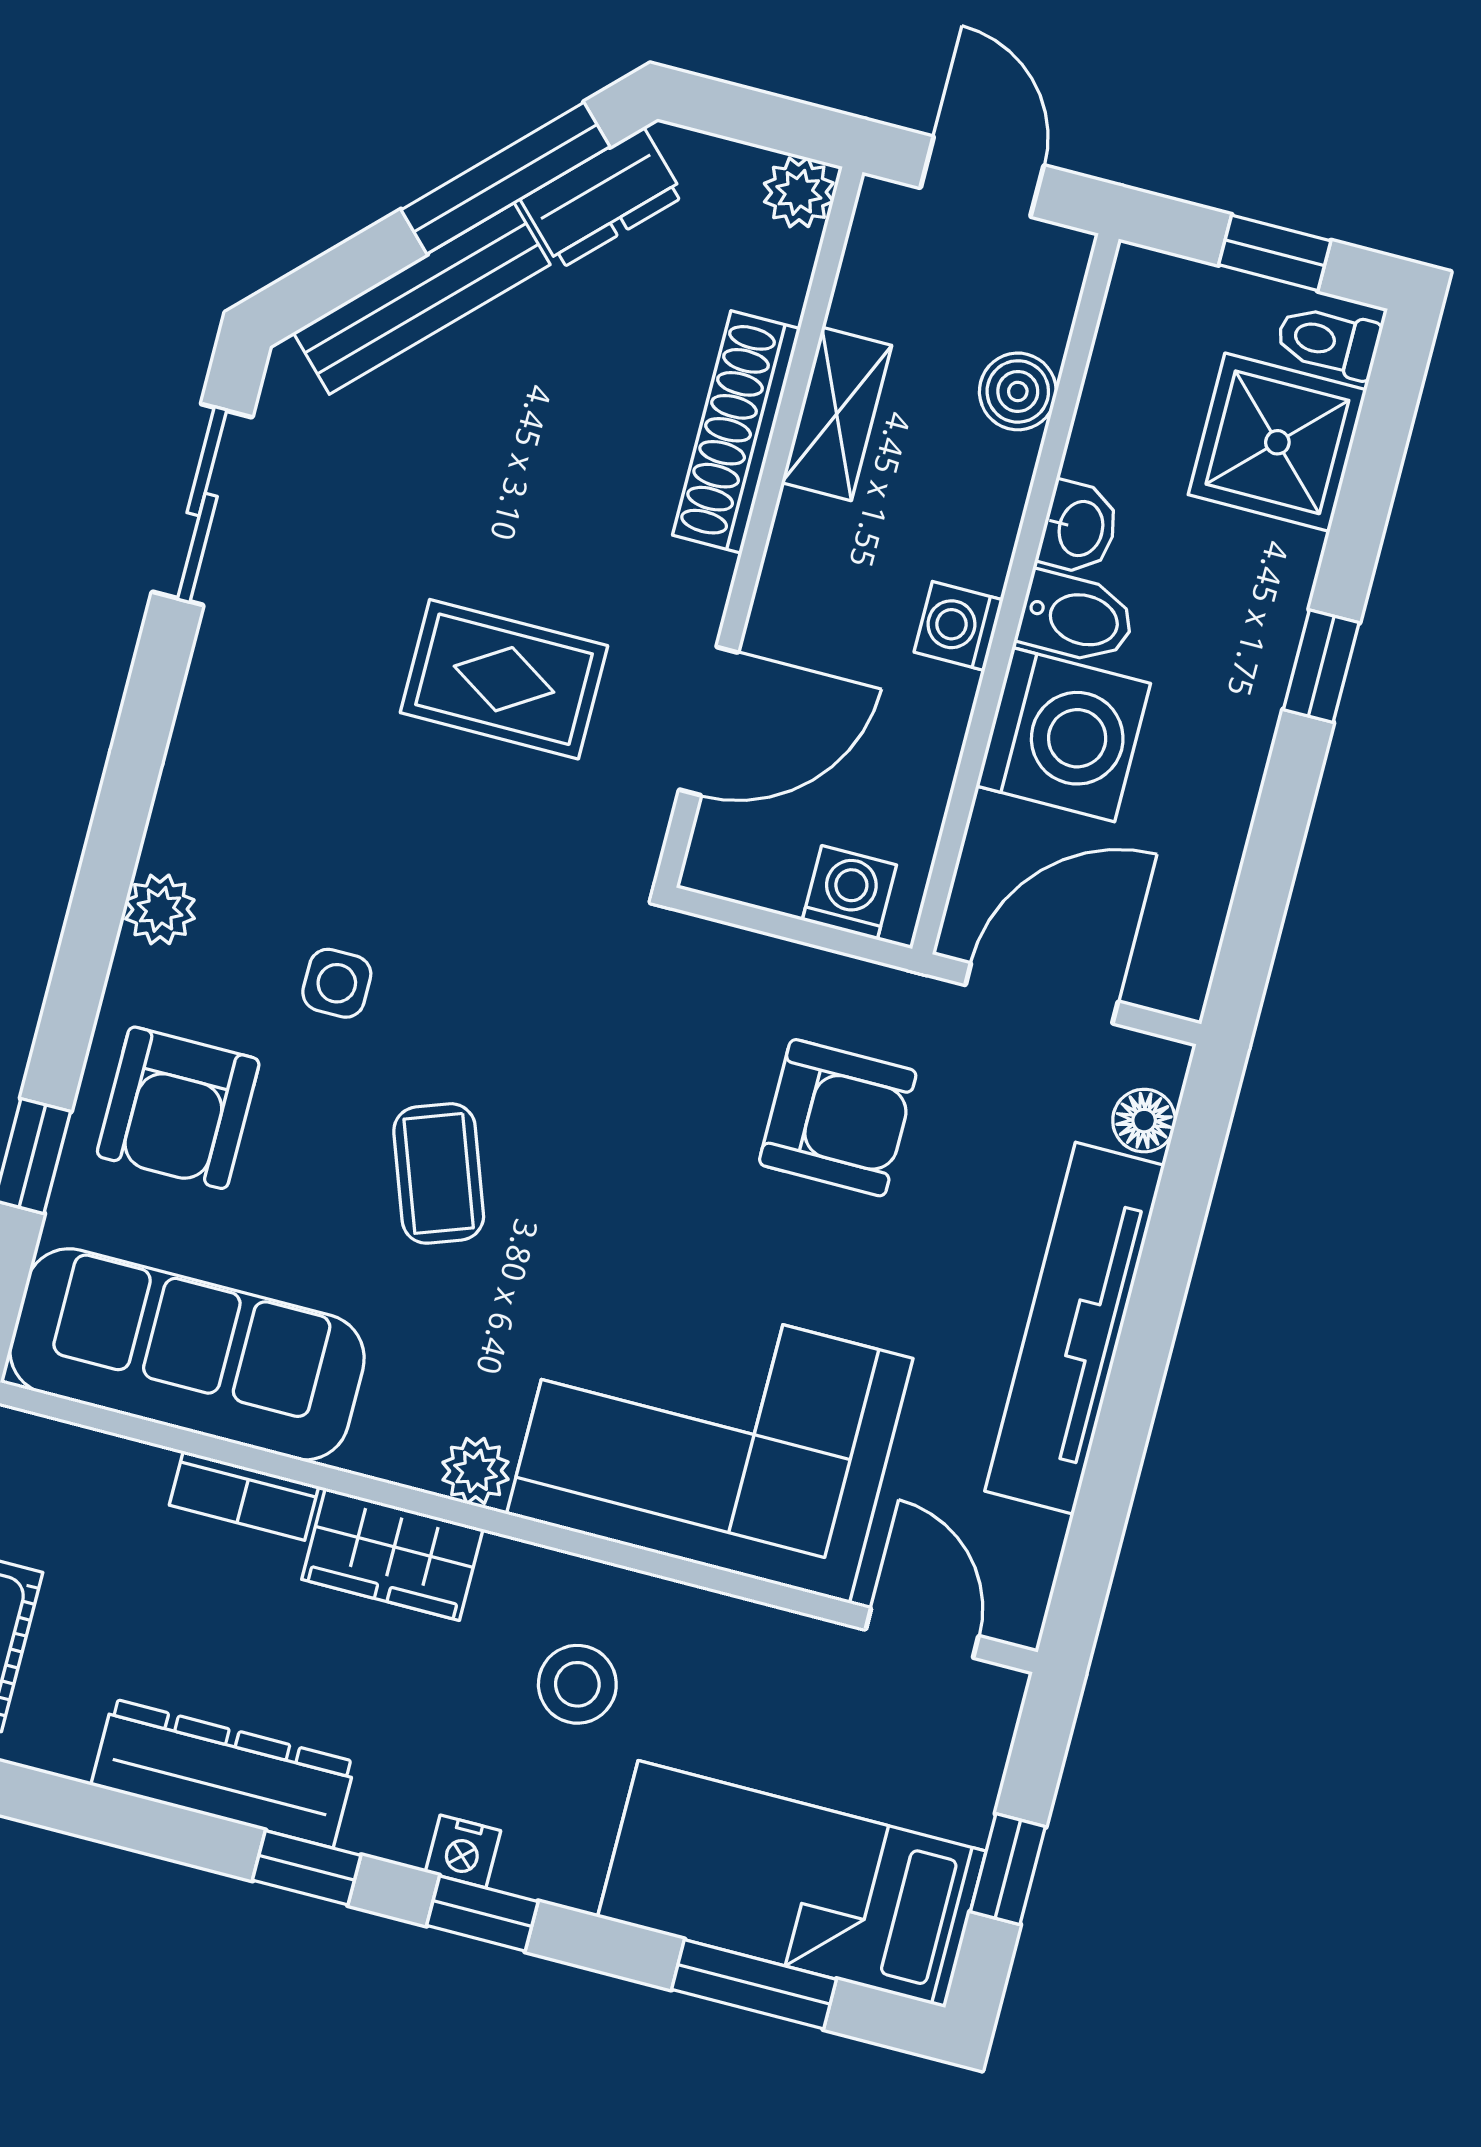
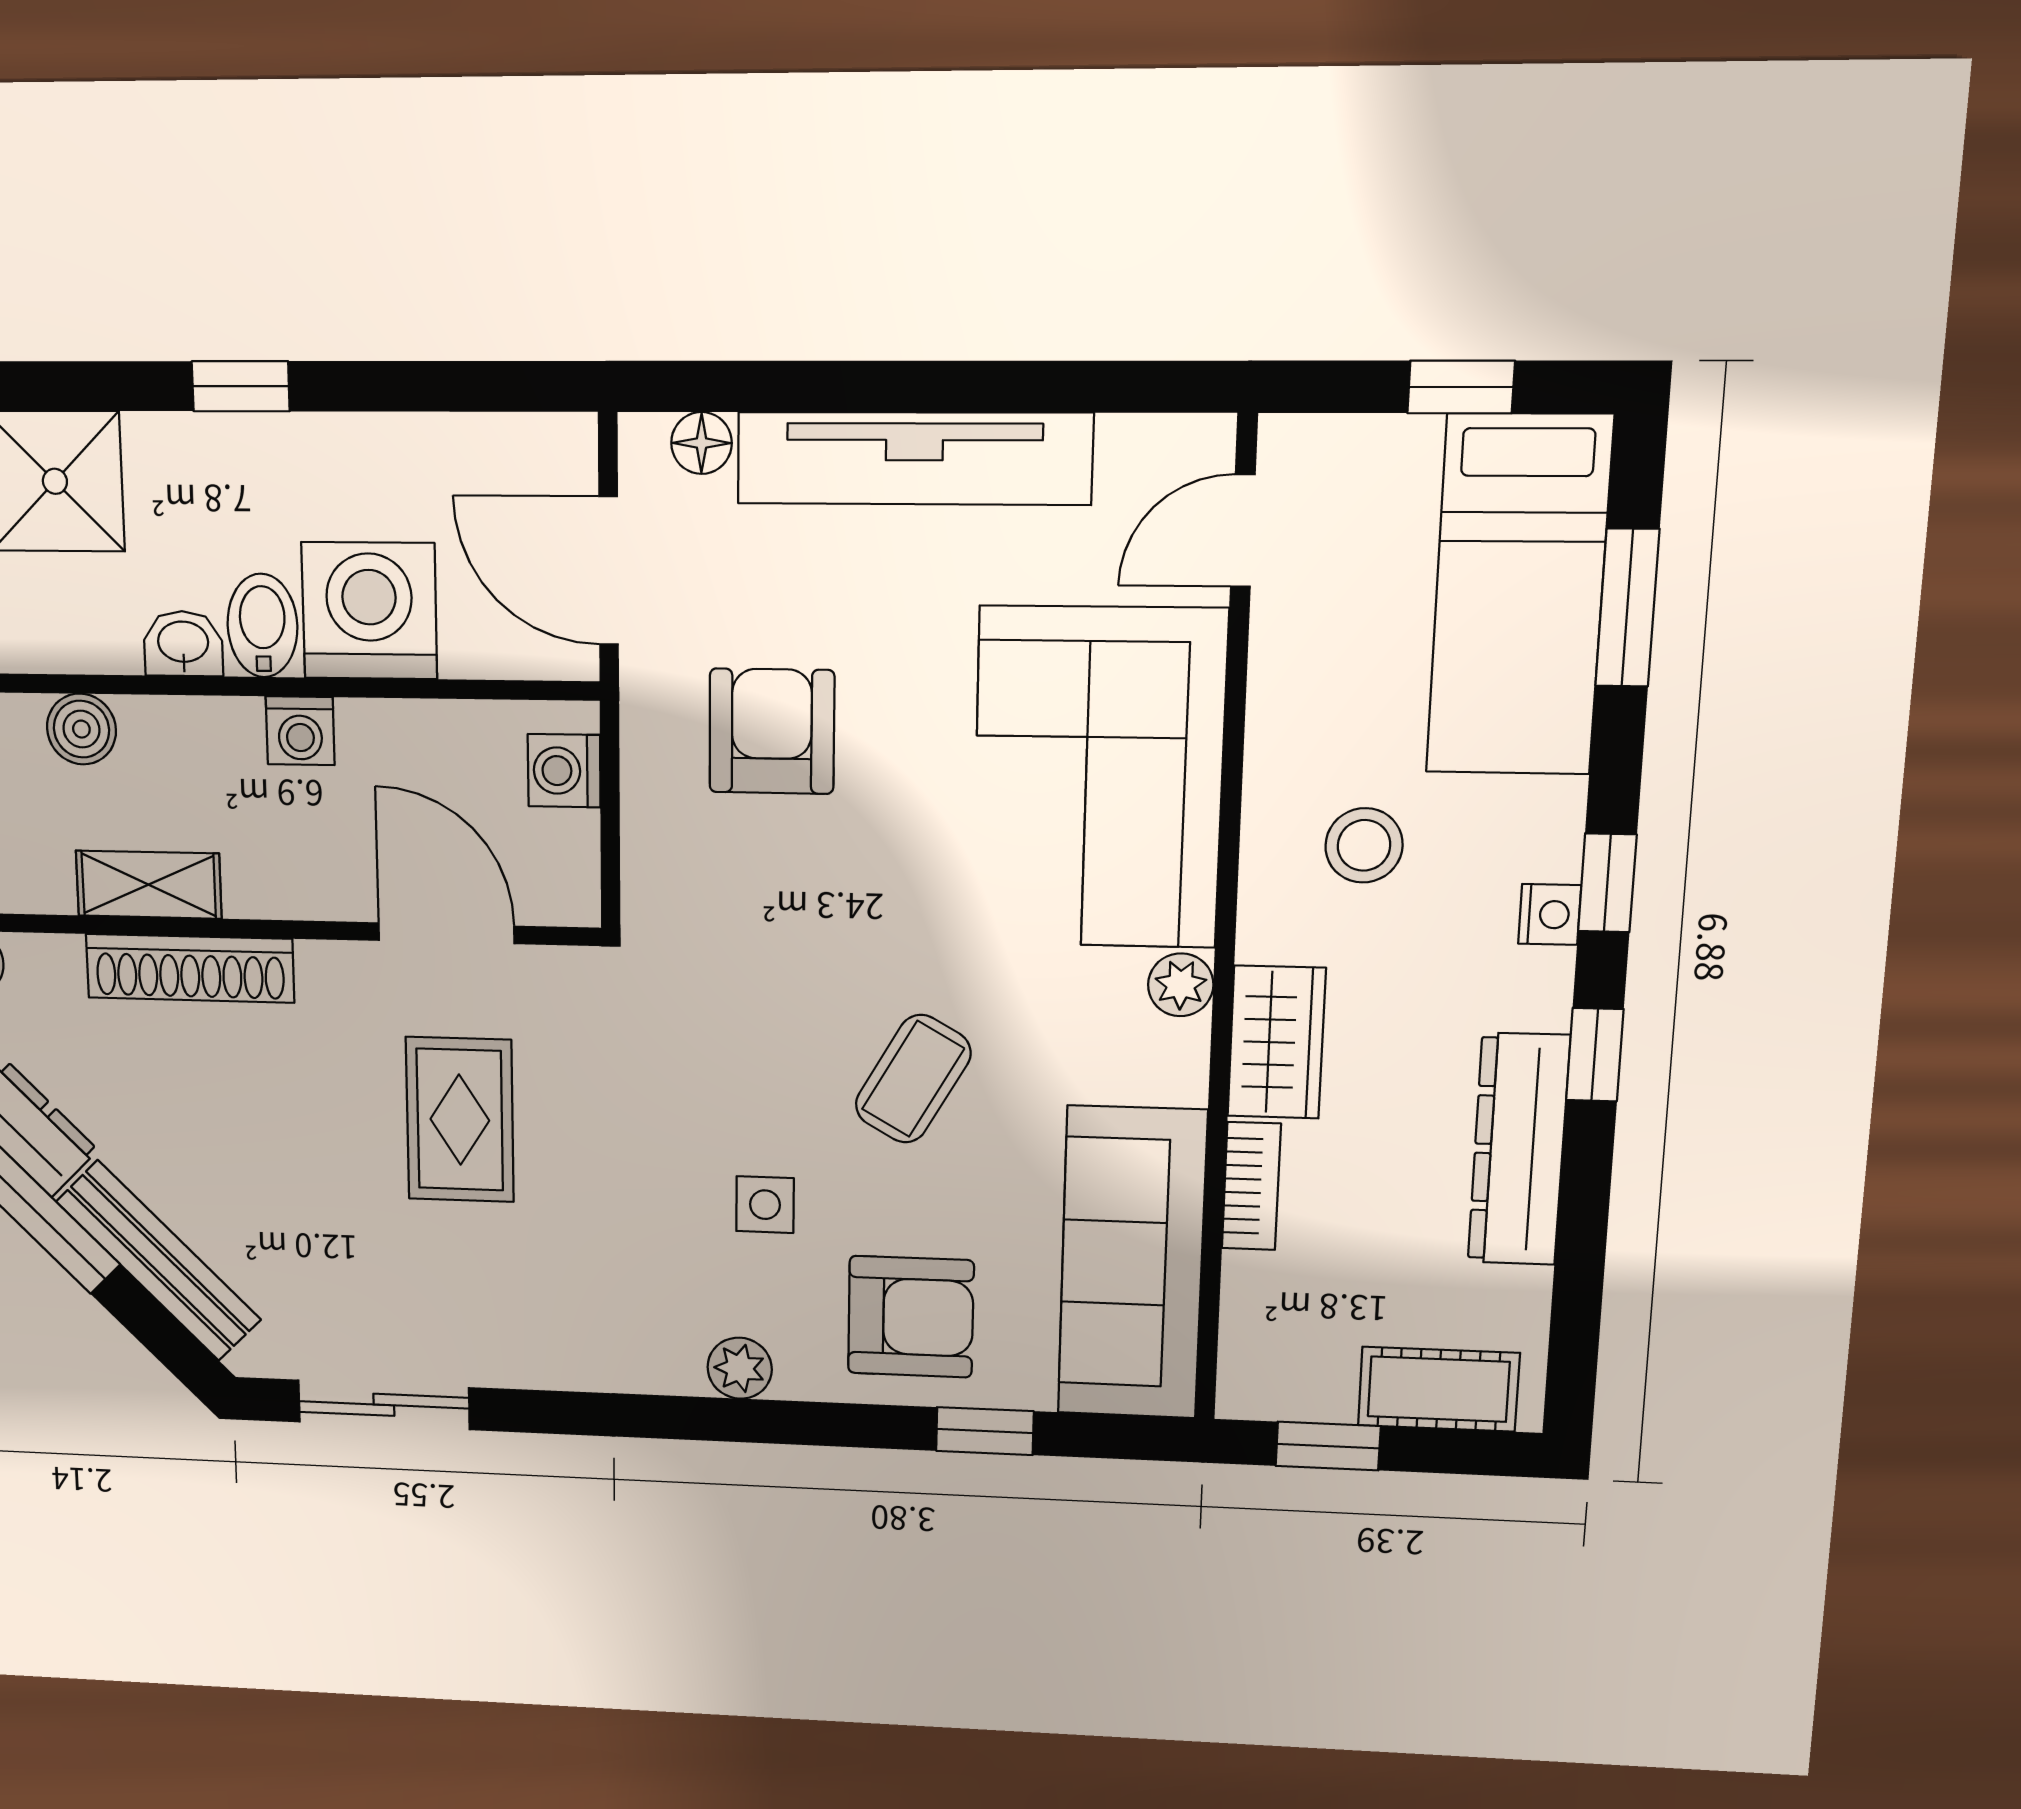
coffee table: (439, 1173) -> (913, 1079), turned -40

